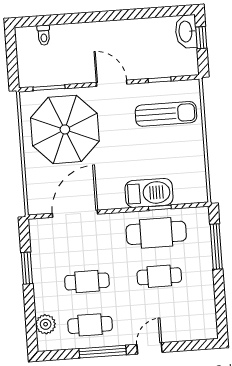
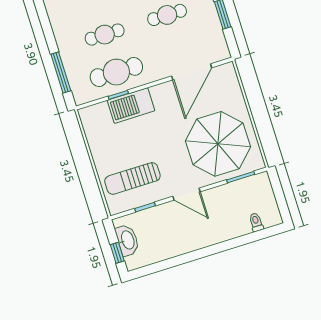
washbasin: (186, 31) -> (127, 240), moved

